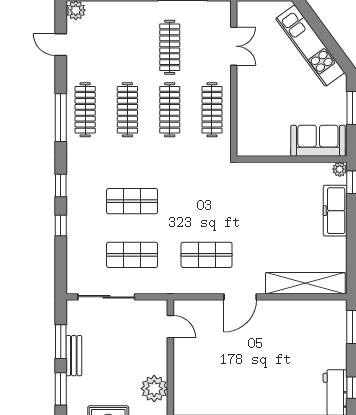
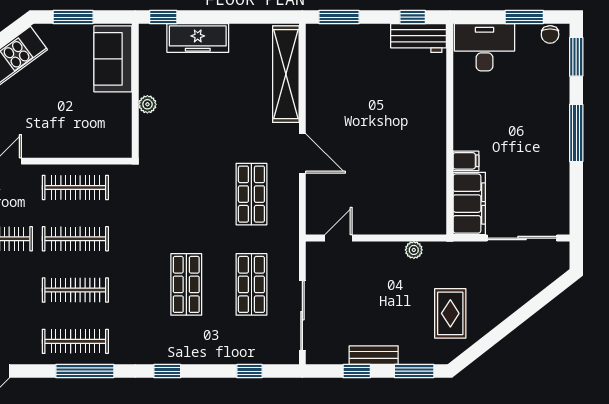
plant: (340, 169) -> (147, 104), moved
window: (61, 225) -> (249, 371), moved
window: (61, 342) -> (357, 371), width x0.67
plant: (154, 389) -> (414, 250), width x0.53, depth x0.53

